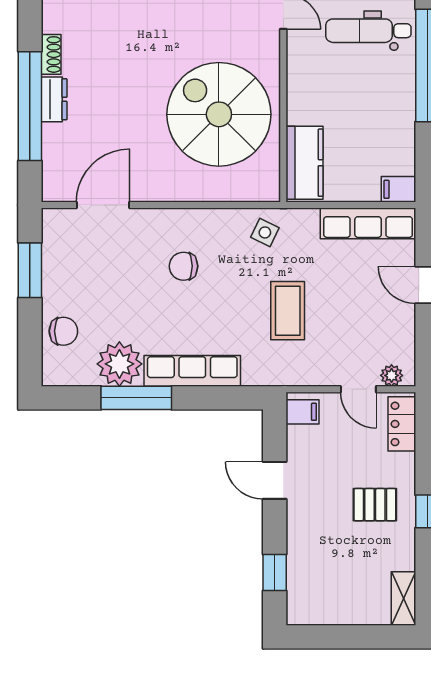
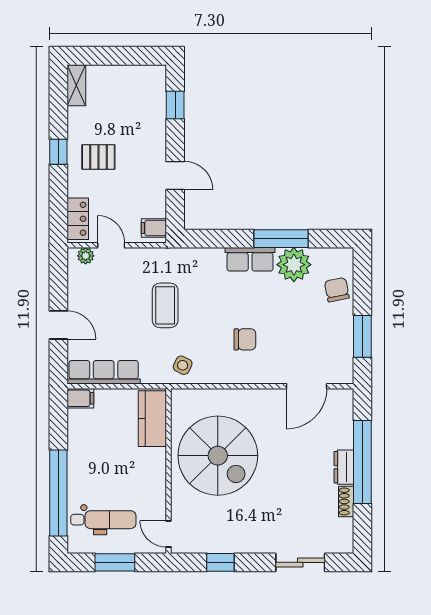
chair: (63, 331) -> (337, 290), turned 79
row of seats: (192, 371) -> (250, 259), width x0.68

